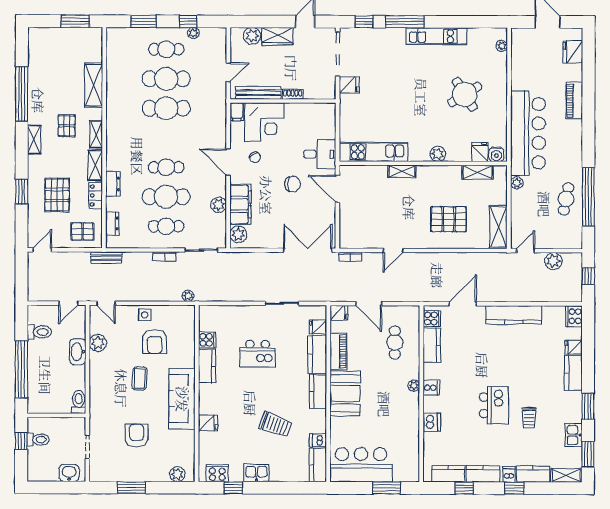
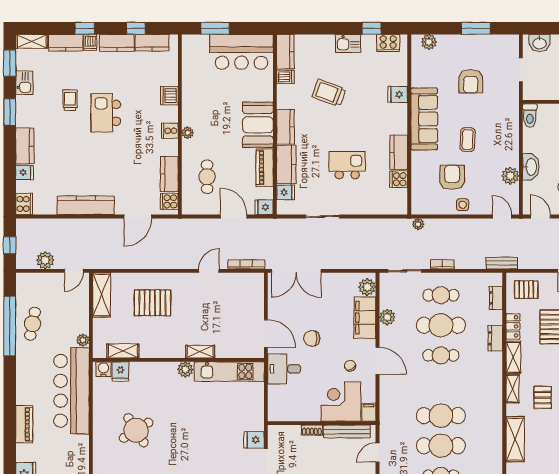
plant: (438, 154) -> (185, 369), moved
bookcase: (350, 257) -> (246, 264), width x1.56
door: (68, 303) -> (540, 217), hinge flipped

